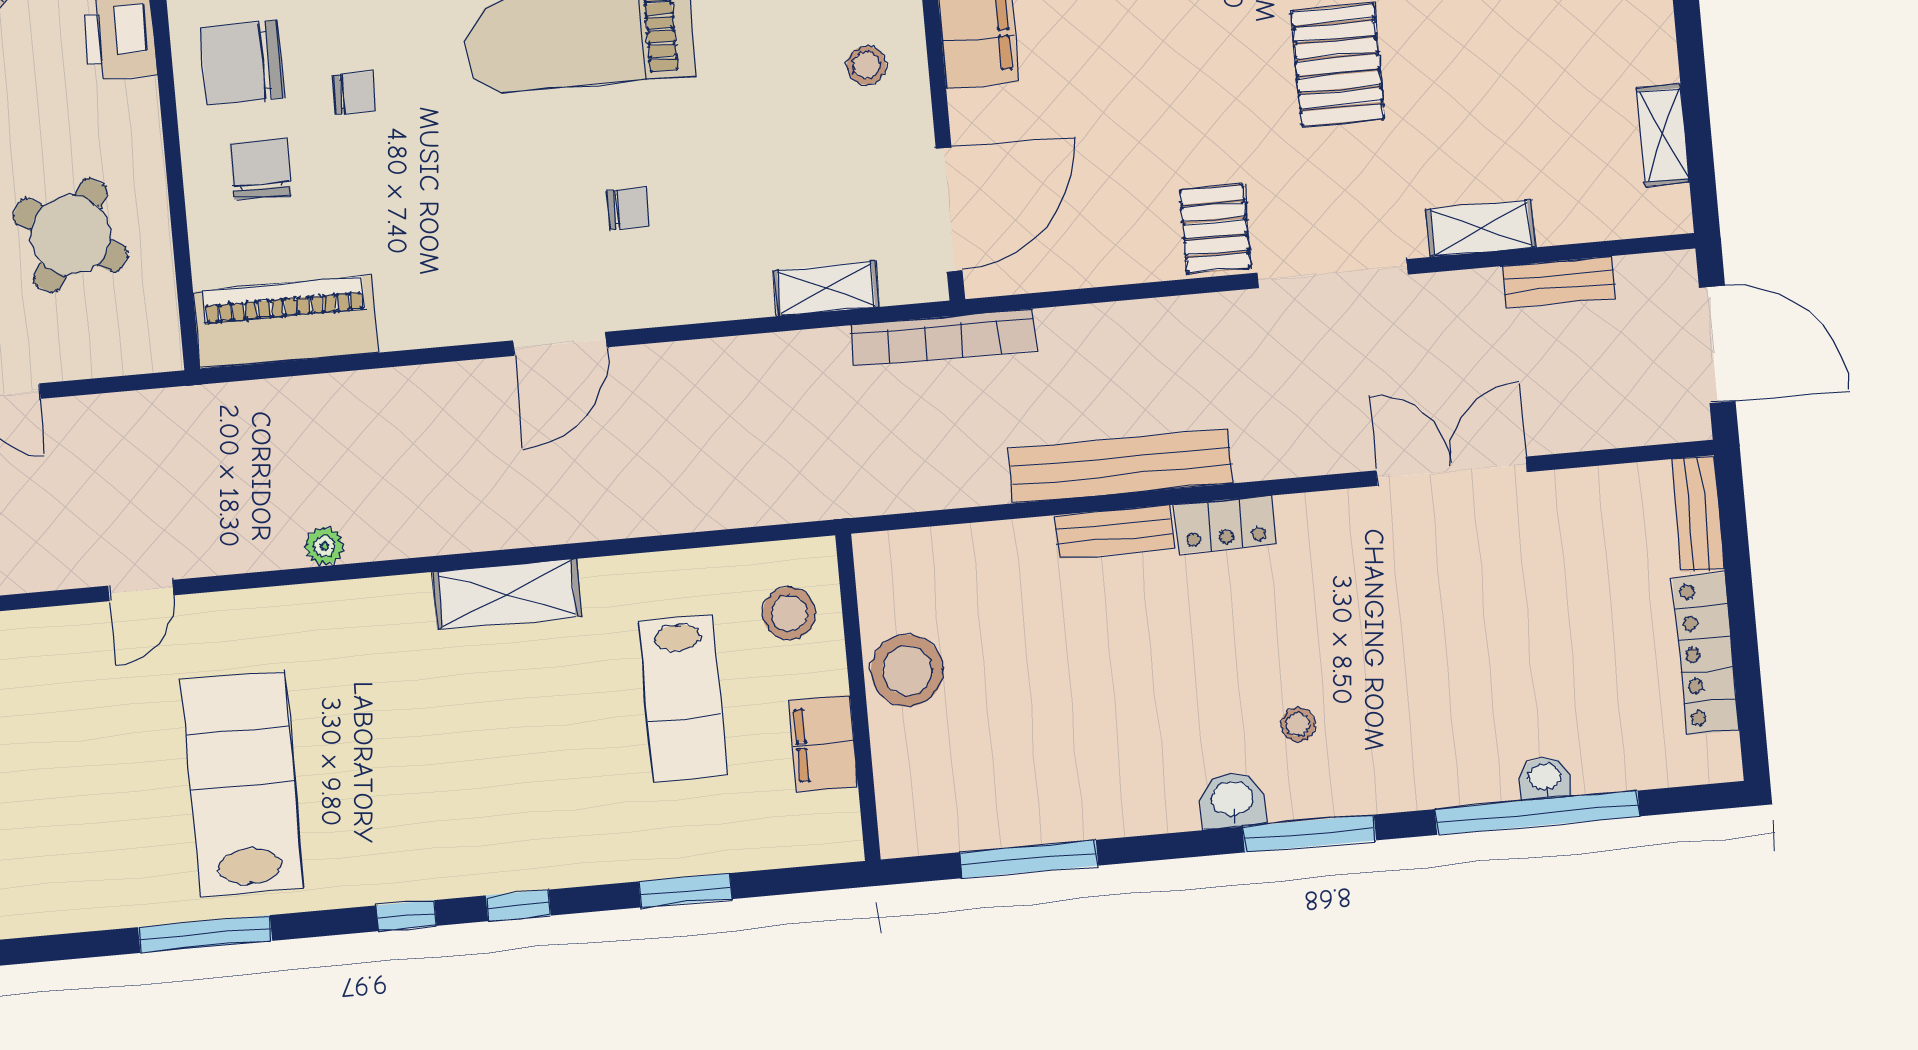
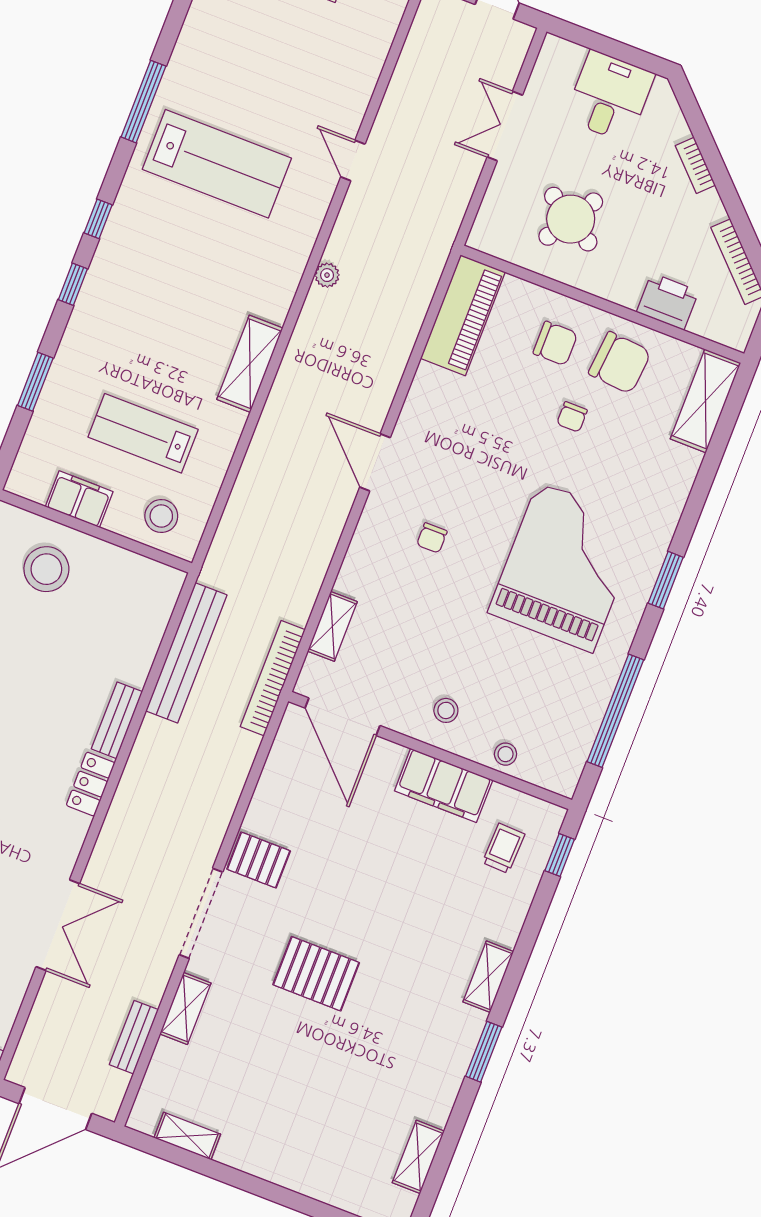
chair: (242, 62) -> (620, 363), turned 95
bench: (1121, 466) -> (186, 653), moved
stool: (907, 671) -> (46, 569), moved

